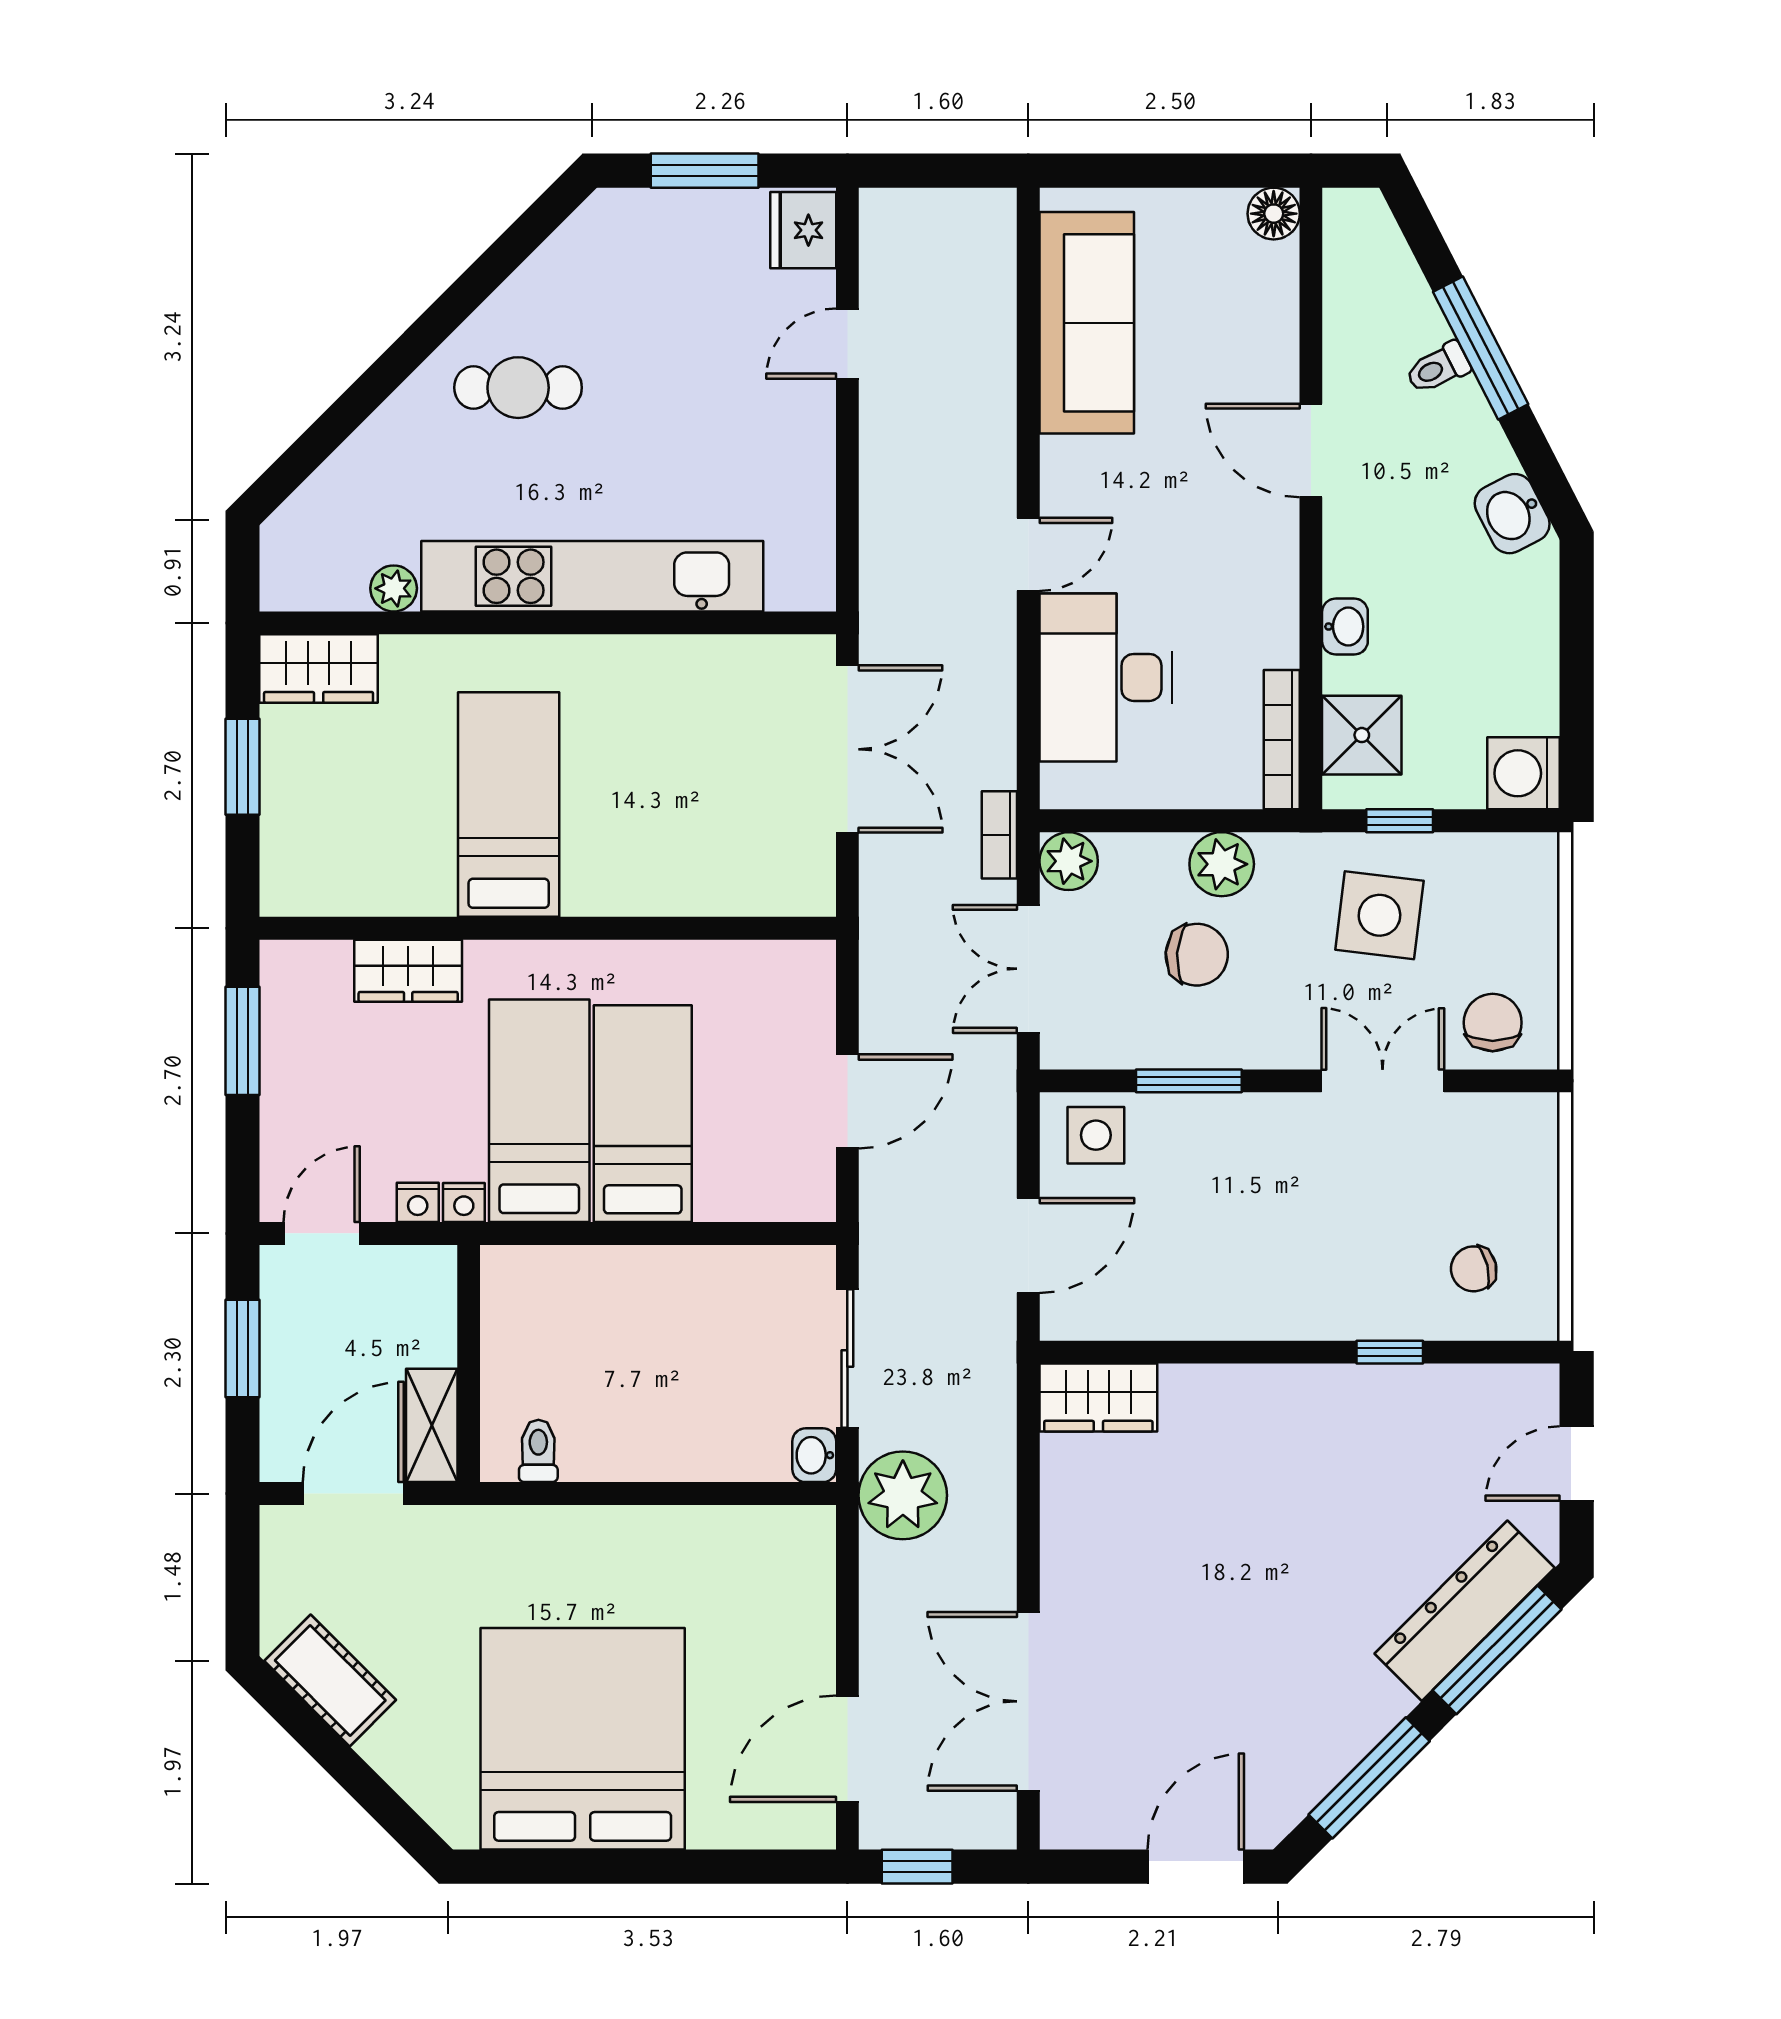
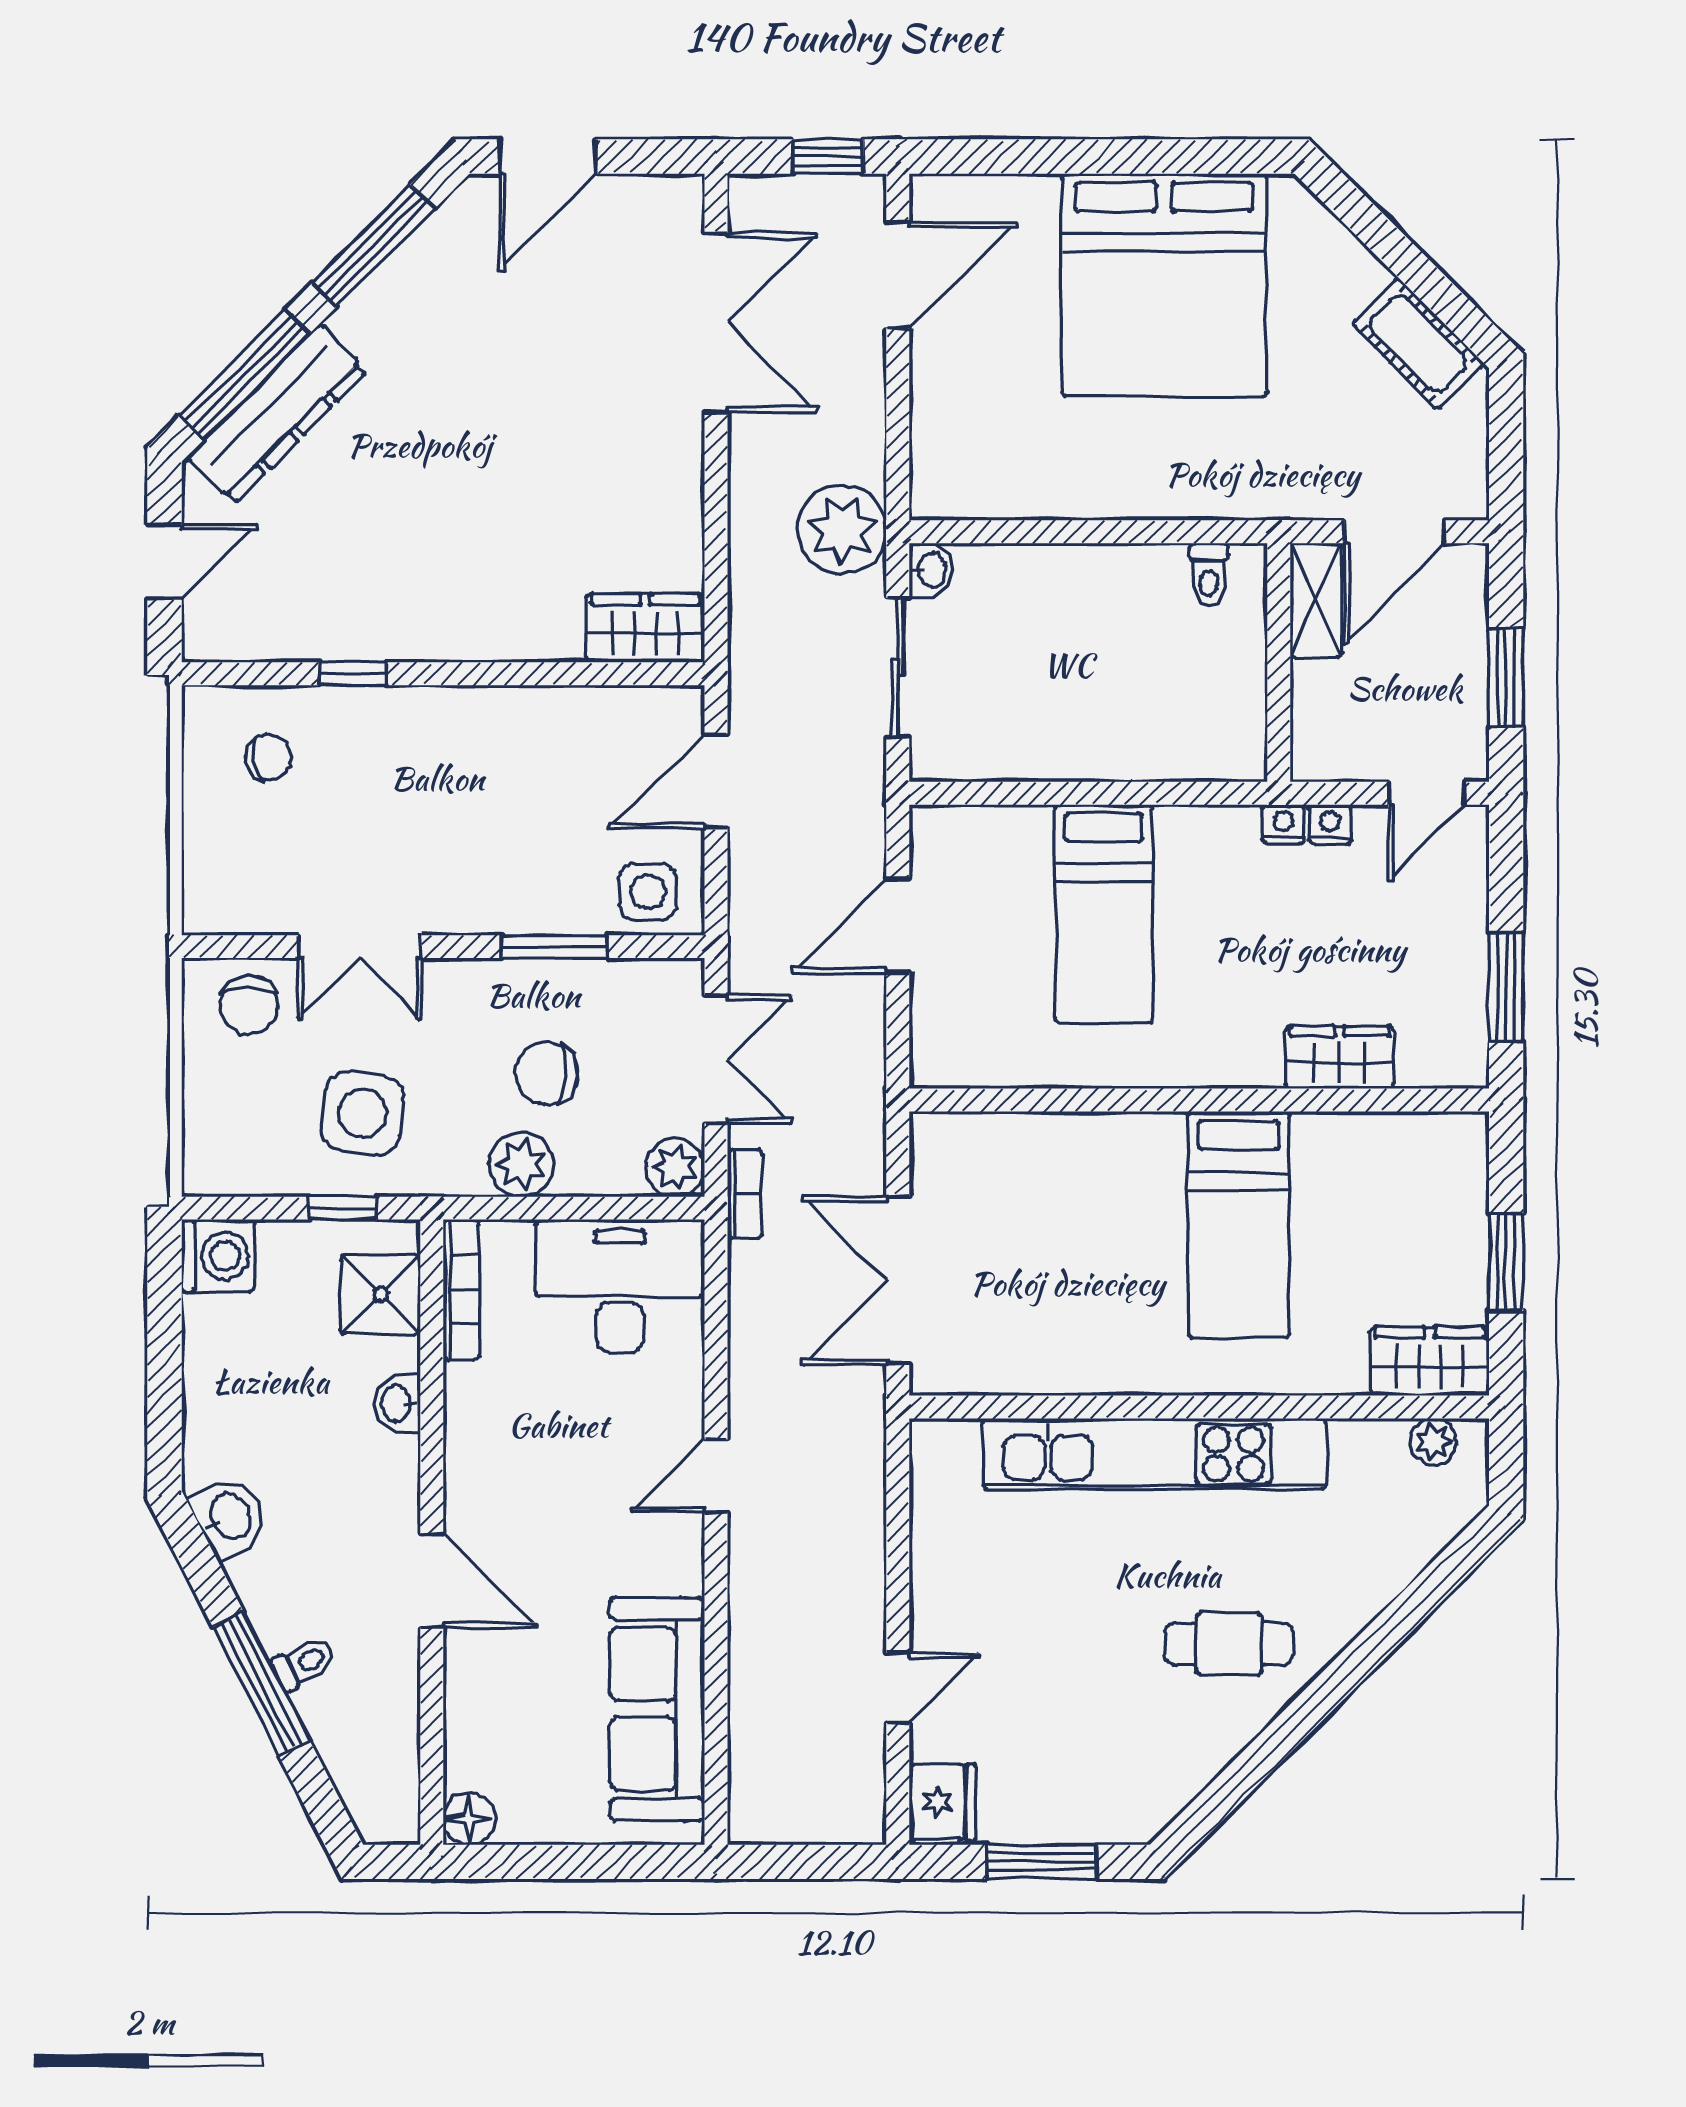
plant: (394, 588) -> (1433, 1442), moved
desk: (1106, 677) -> (620, 1286), moved, turned -90
bed: (539, 1111) -> (1208, 917), removed

